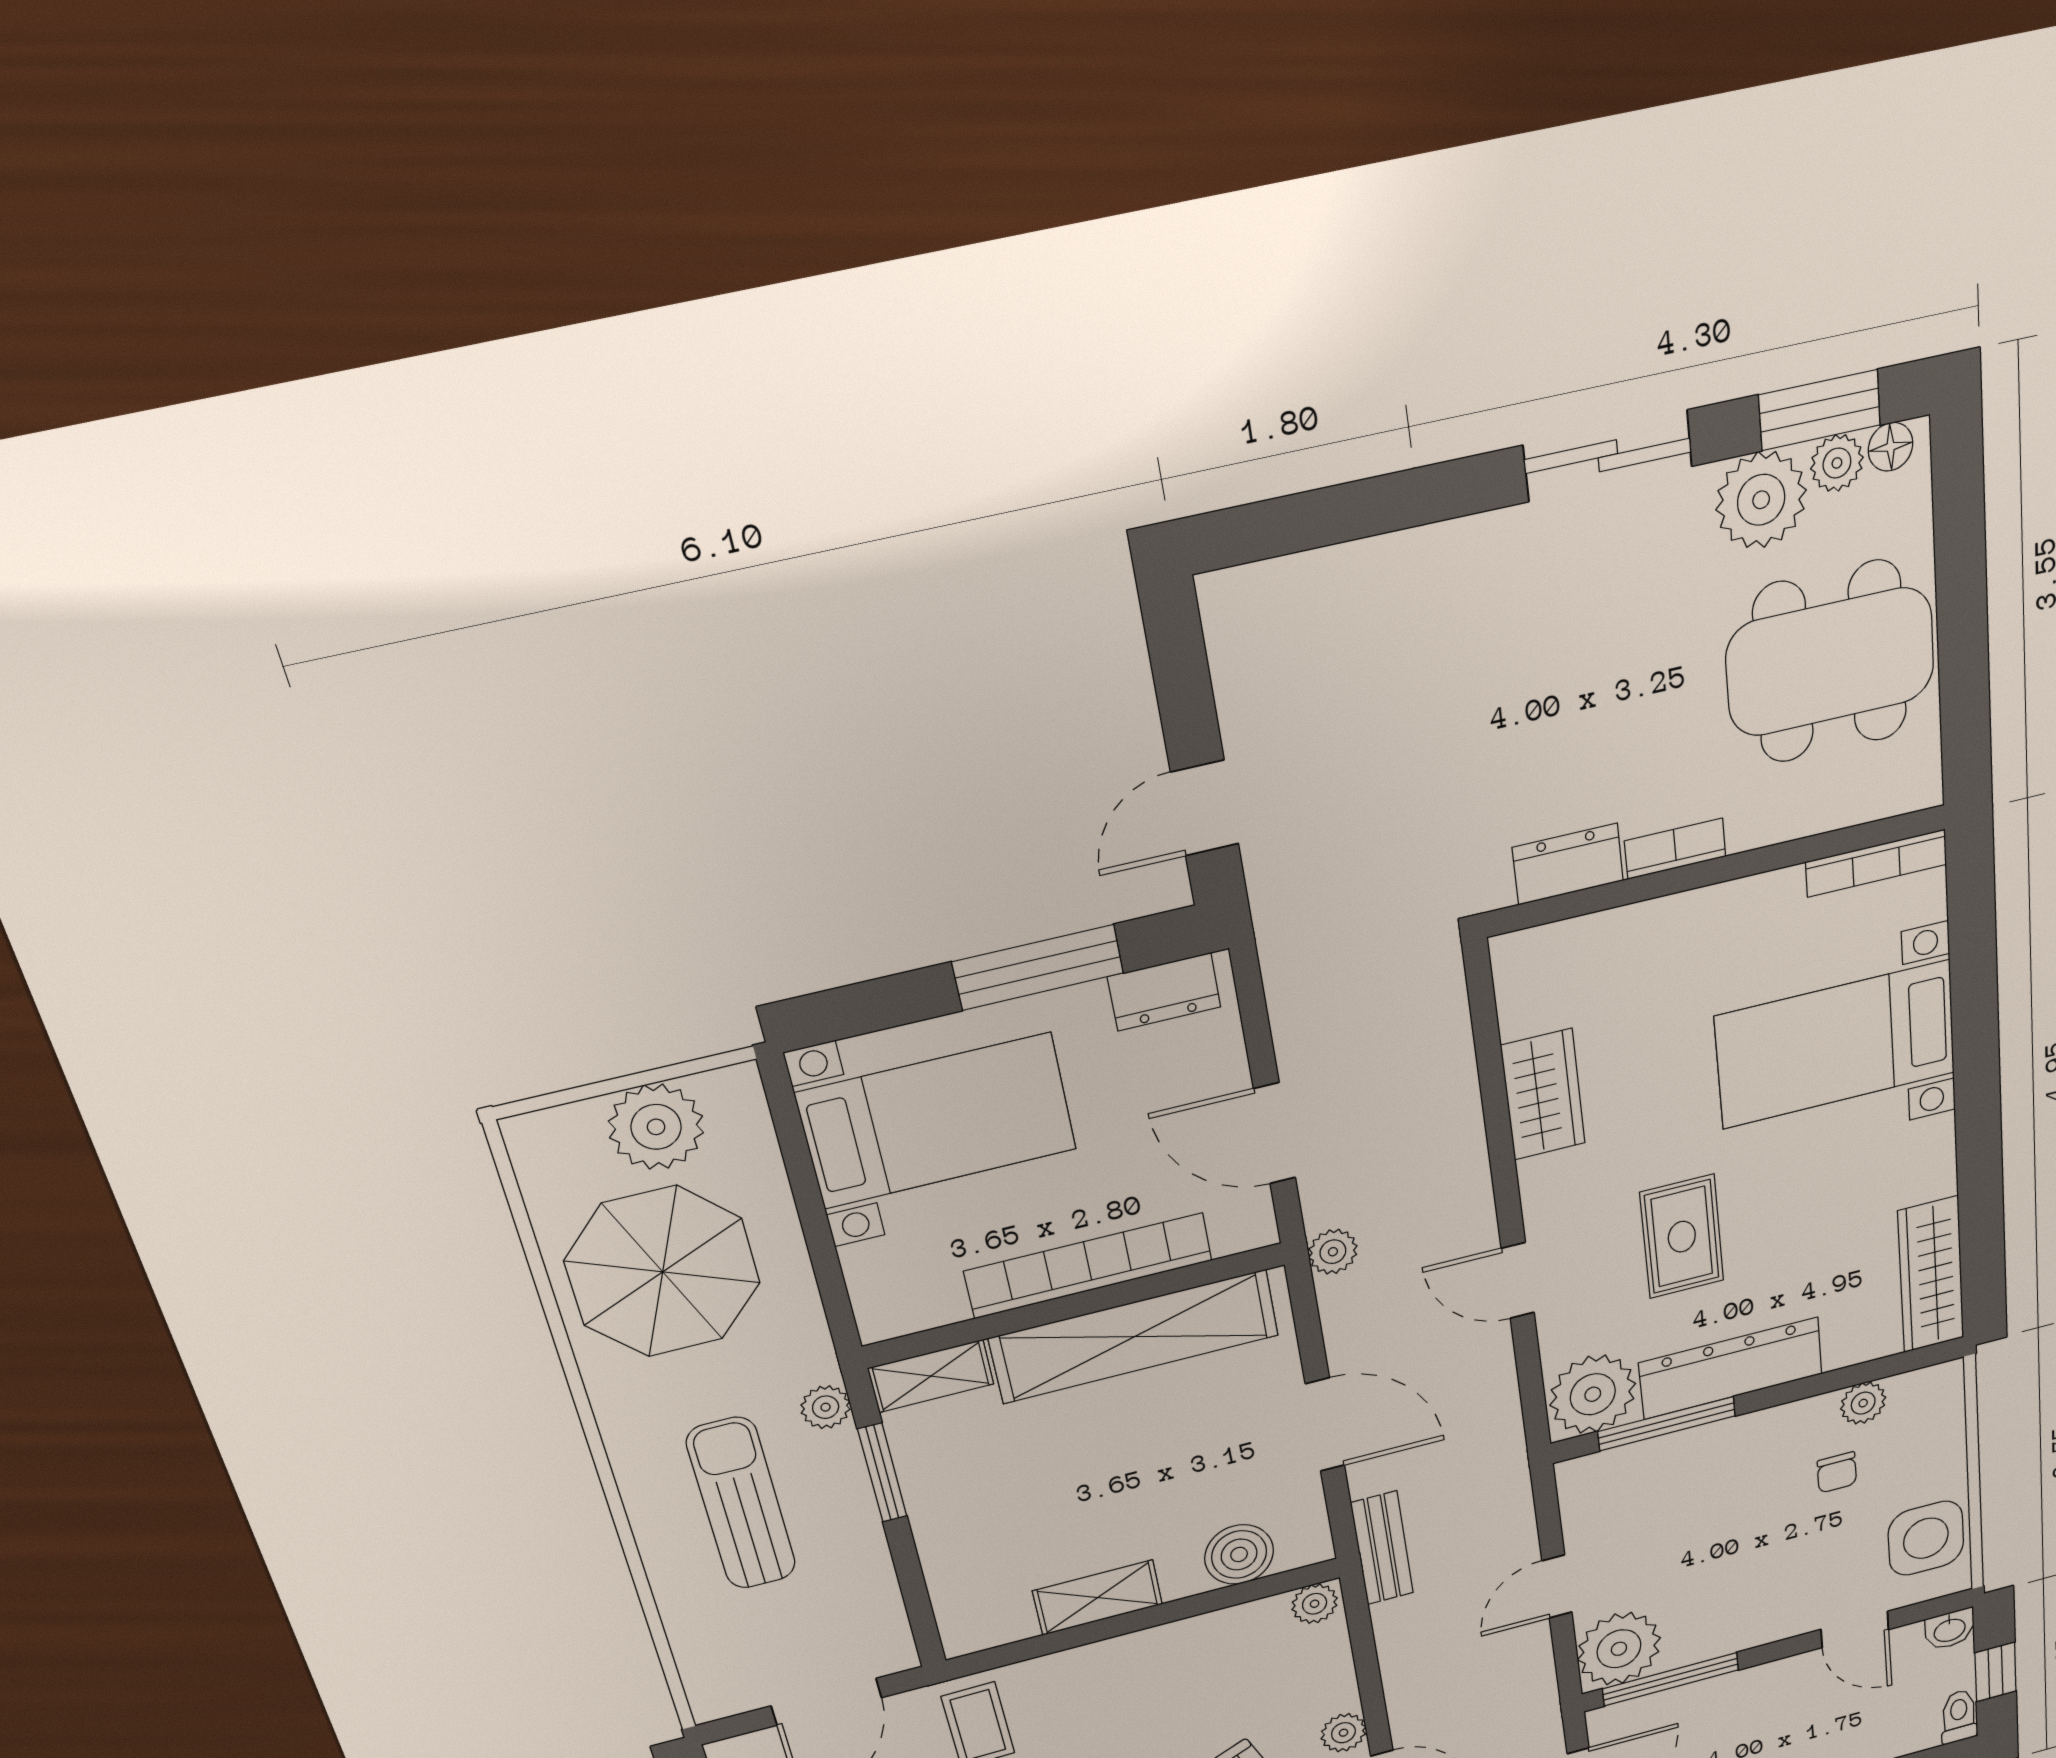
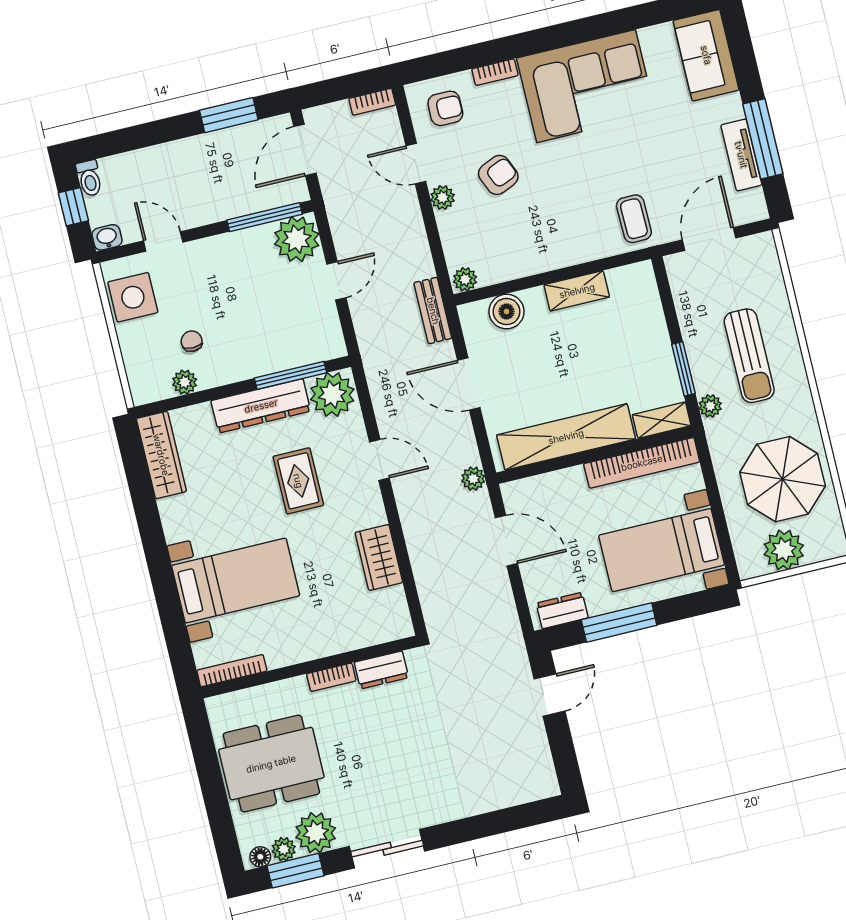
bookcase: (1089, 1266) -> (642, 463), moved

